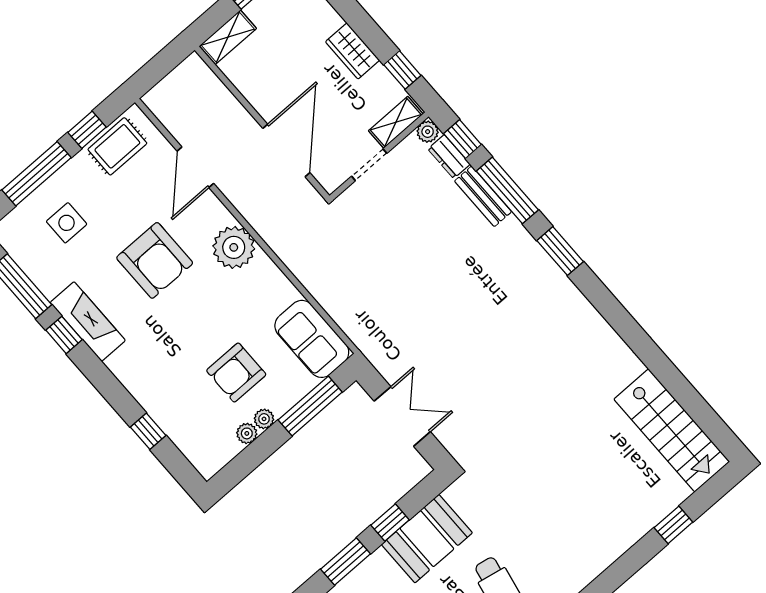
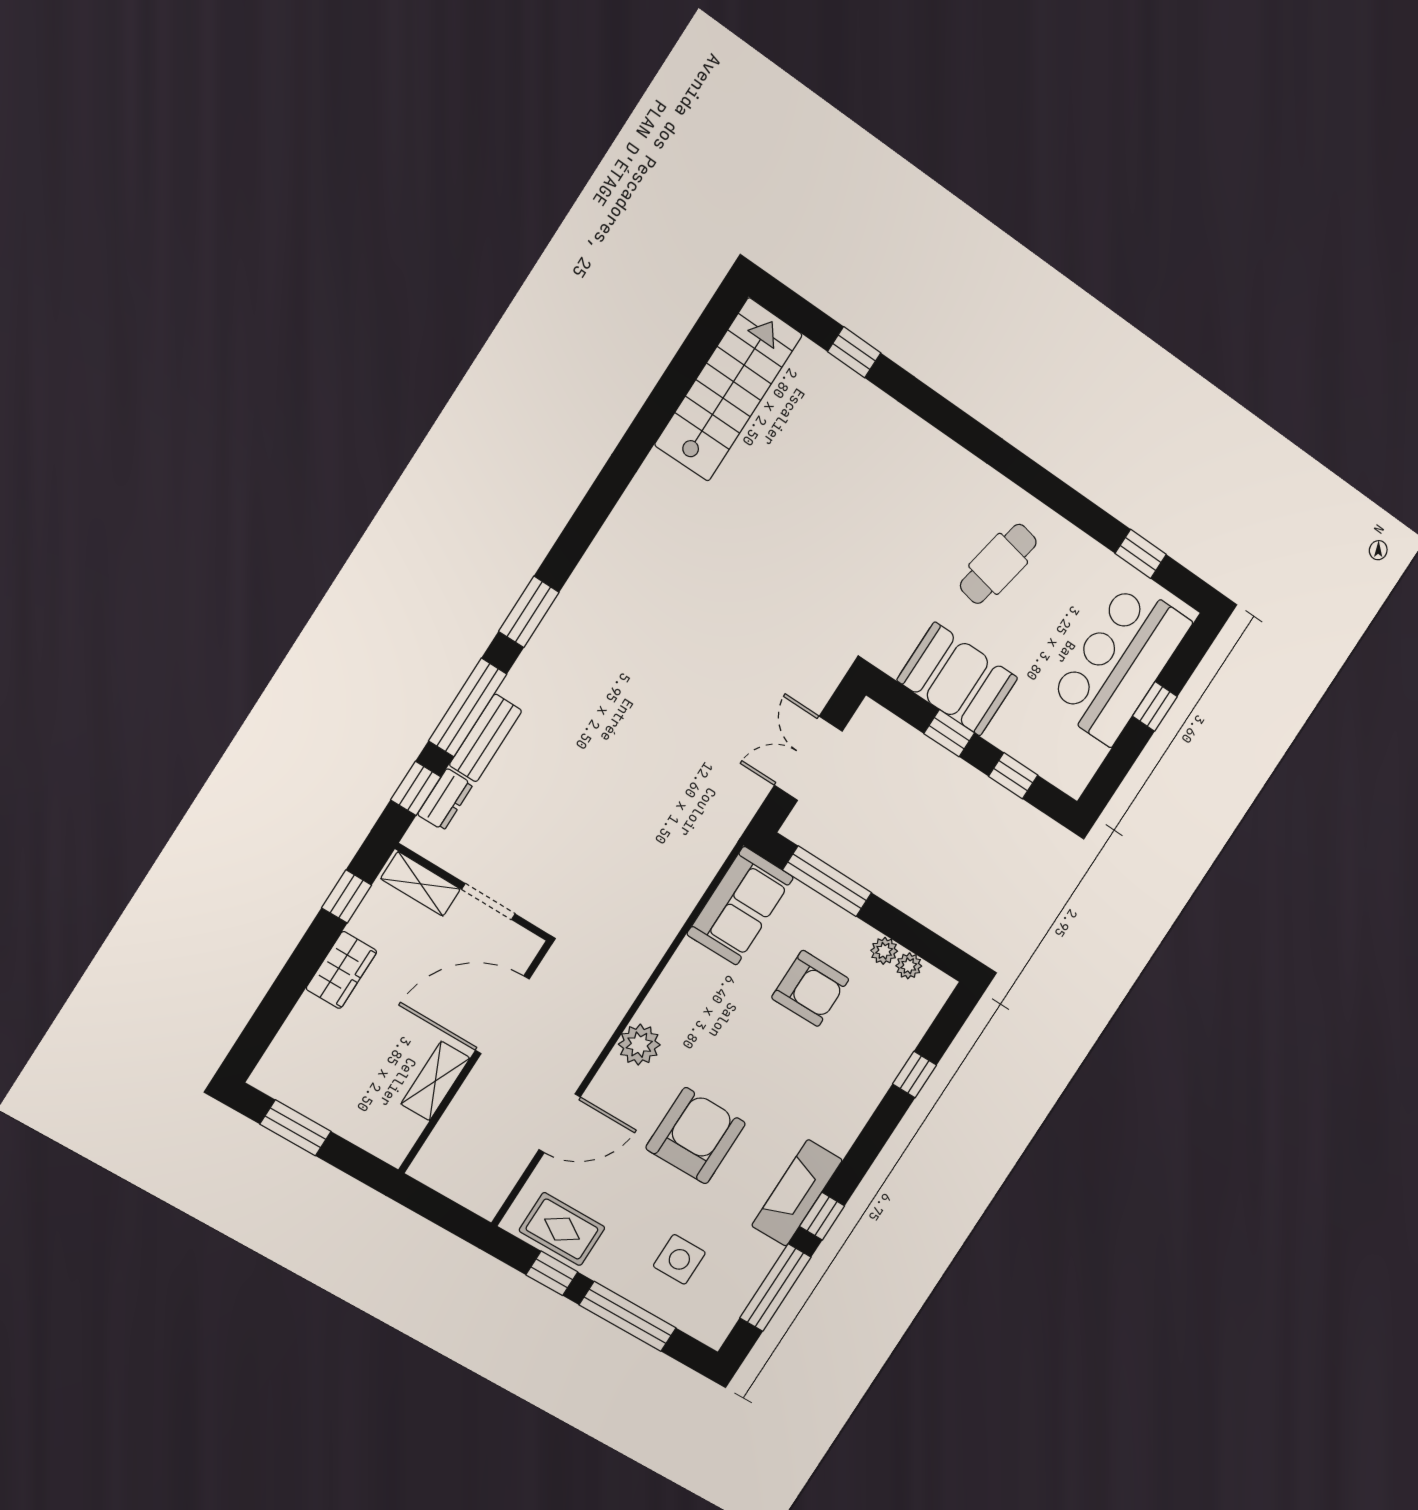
shelving: (228, 37) -> (435, 1081), moved, turned 90
plant: (428, 132) -> (420, 838), removed
plant: (234, 247) -> (639, 1045), width x0.73, depth x0.73
plant: (264, 419) -> (909, 966), moved
window: (345, 561) -> (1013, 776), width x0.67

